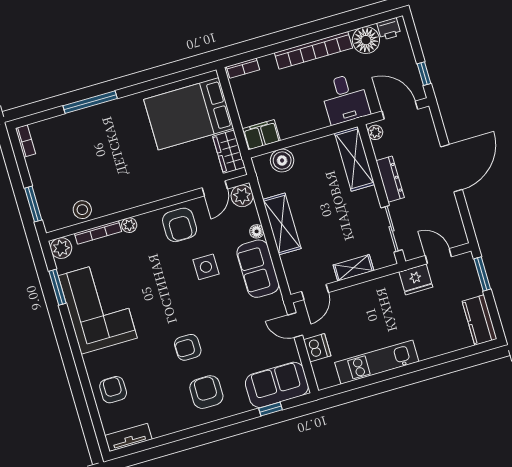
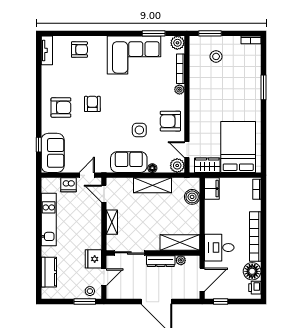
window: (90, 102) -> (263, 87), width x0.69
plant: (375, 132) -> (181, 260), moved
stool: (82, 210) -> (216, 56), moved
stool: (465, 271) -> (90, 291), added
kitchen counter: (480, 320) -> (49, 272), moved, turned 90

